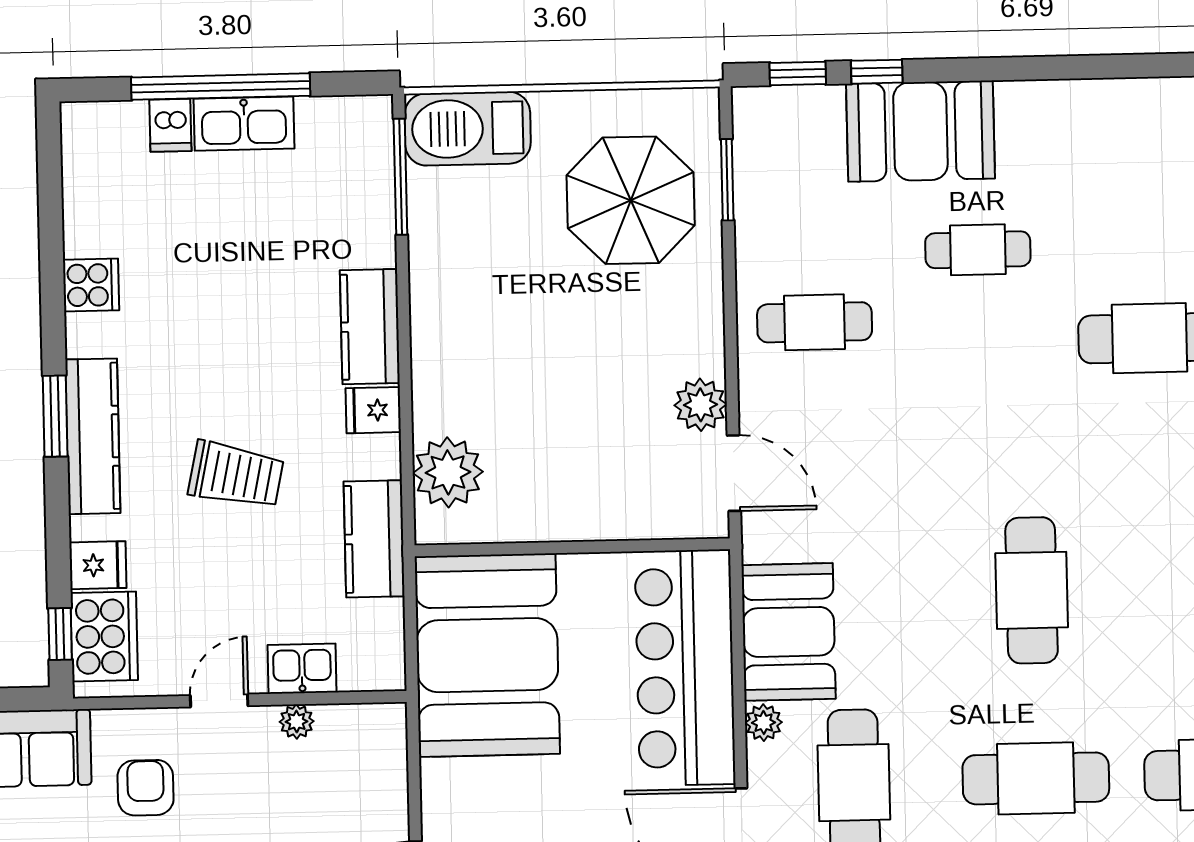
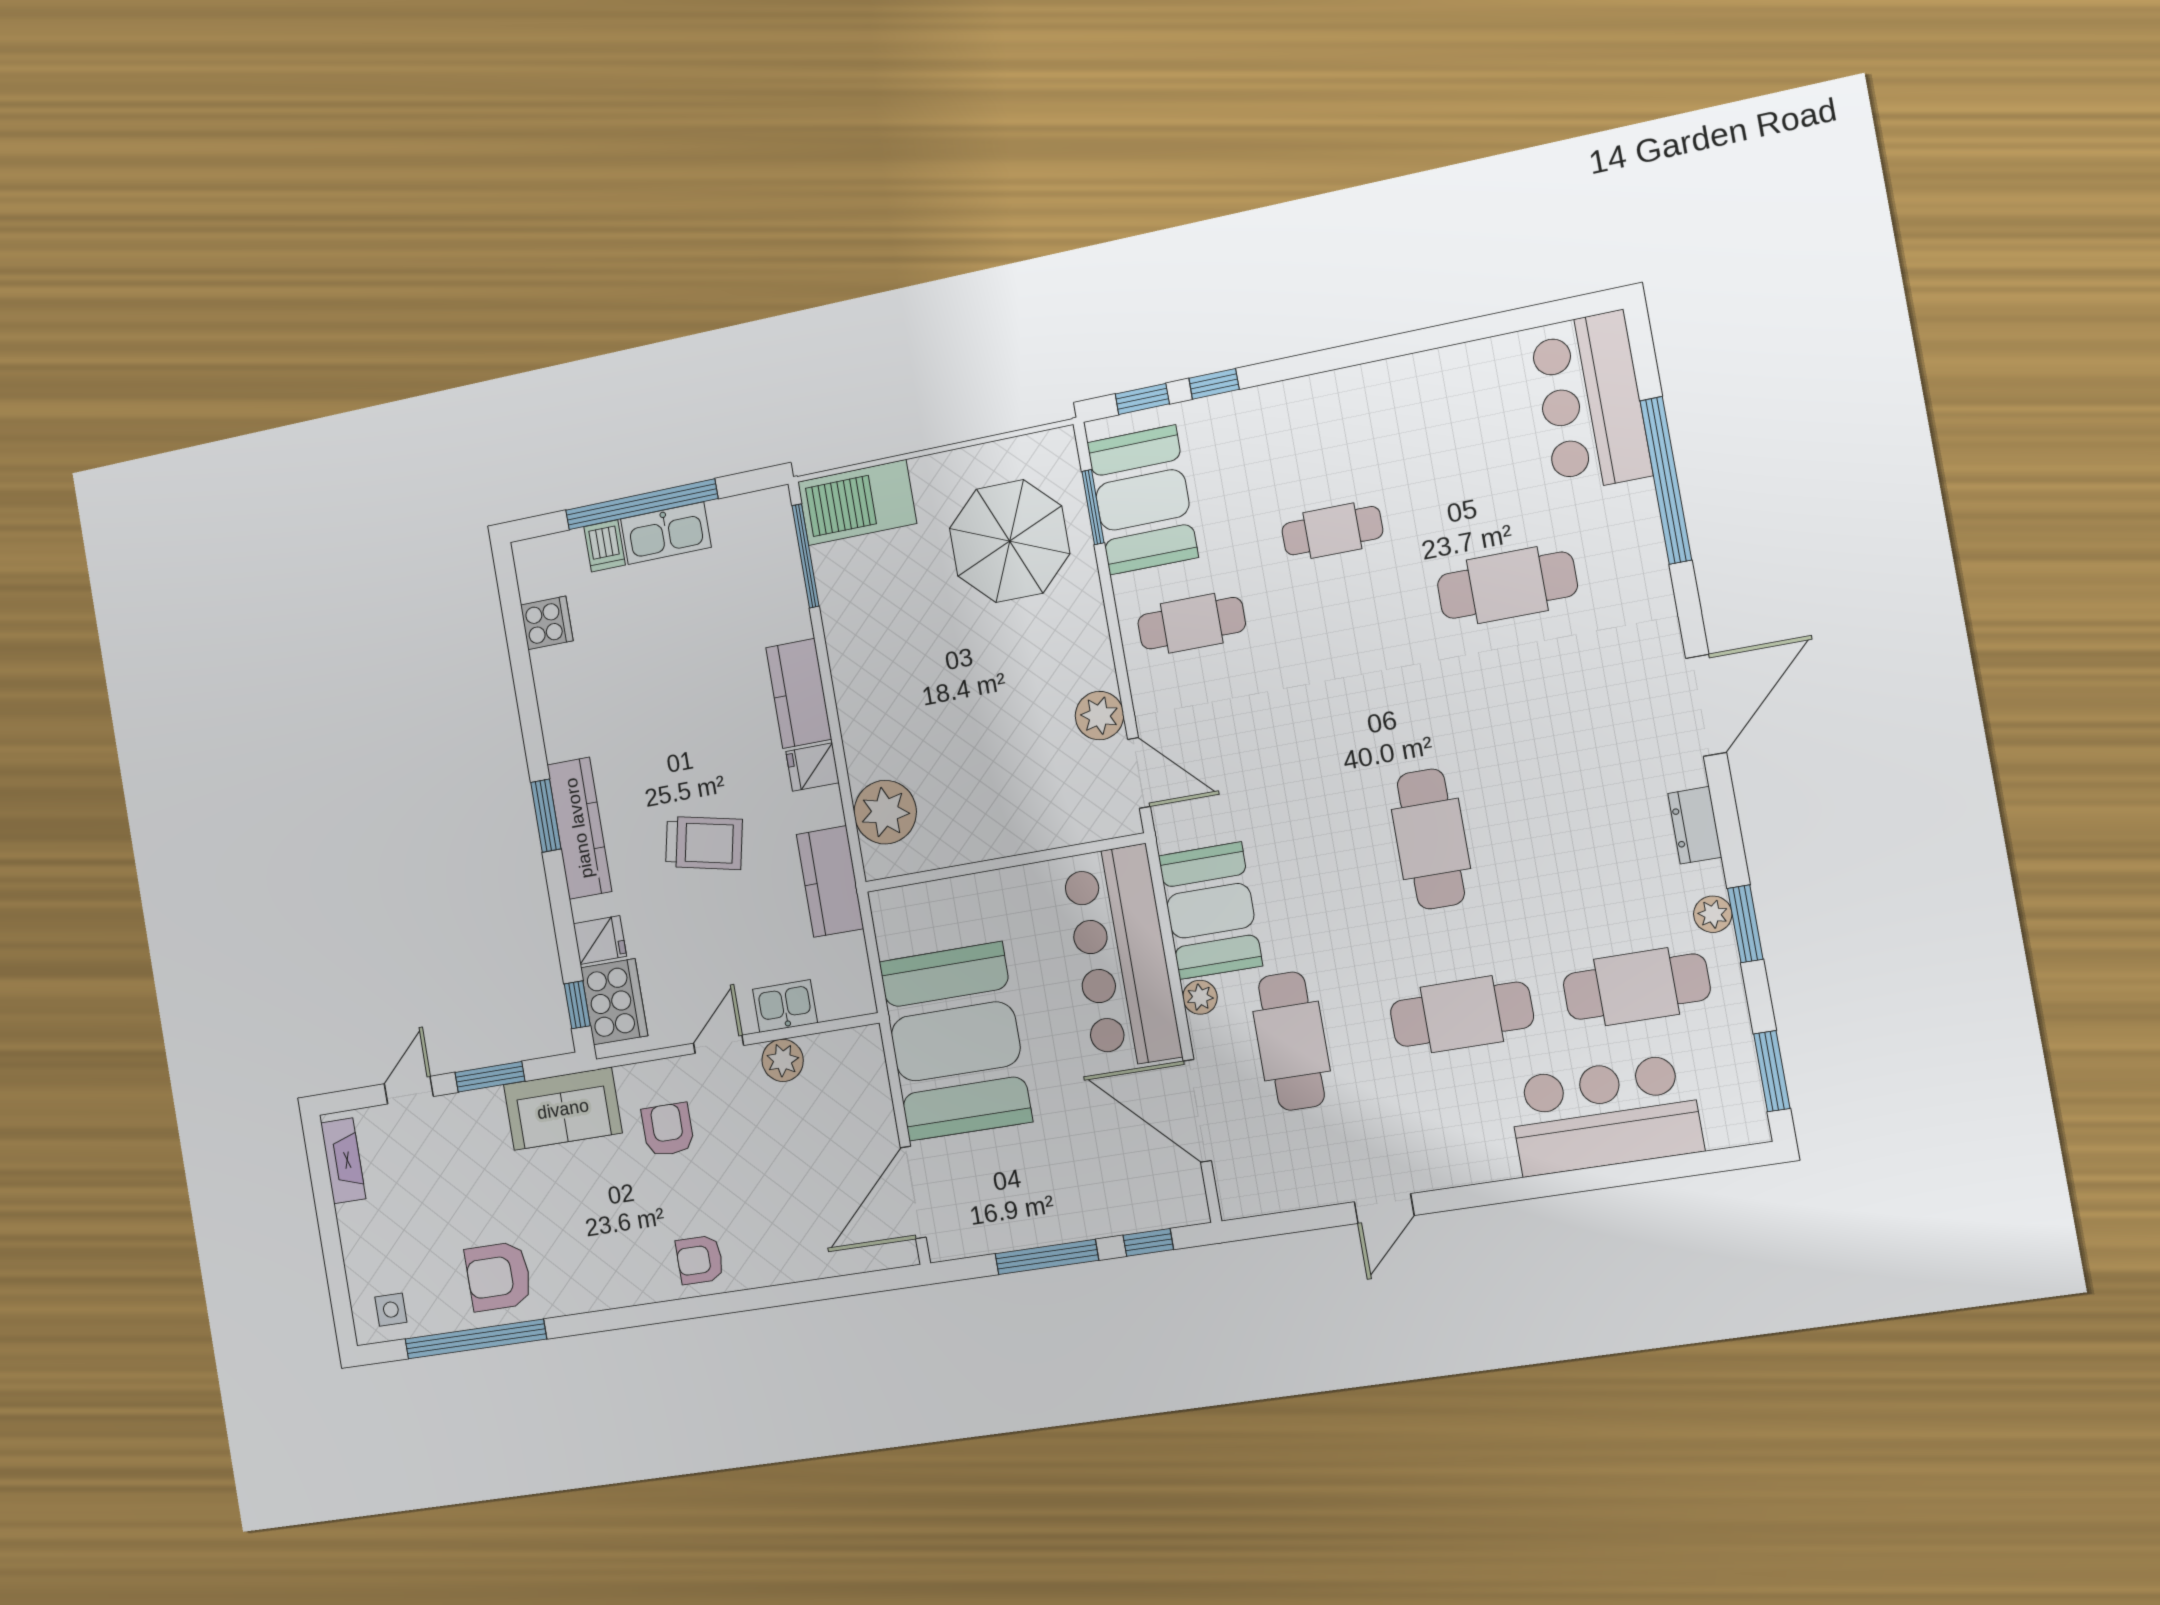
booth: (920, 131) -> (1143, 500), moved, turned 90
cooker: (91, 285) -> (547, 623), moved
booth: (487, 655) -> (956, 1041), moved
plant: (297, 722) -> (783, 1060), width x1.38, depth x1.38

